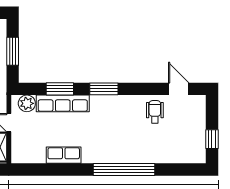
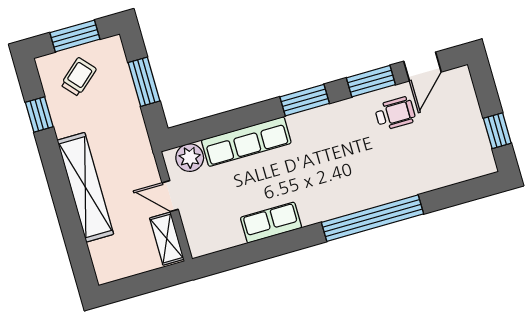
window: (60, 89) -> (371, 81), moved
door: (179, 89) -> (422, 67), swing flipped
wheelchair: (155, 112) -> (395, 113), turned 90

